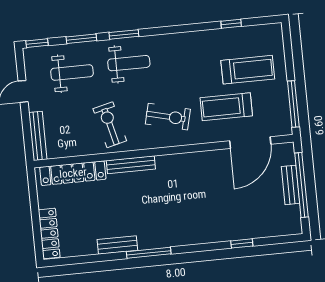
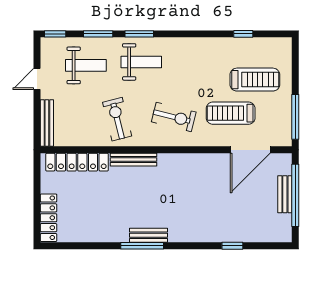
bench: (117, 245) -> (149, 235), moved

